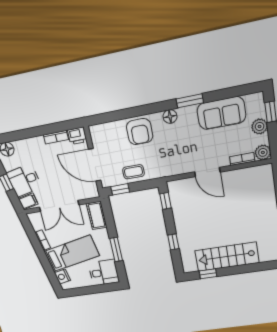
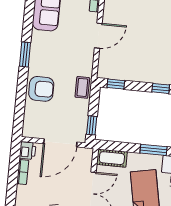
window: (190, 101) -> (25, 54), moved
floor lamp: (170, 116) -> (36, 56), removed
coffee table: (133, 172) -> (82, 87), moved

